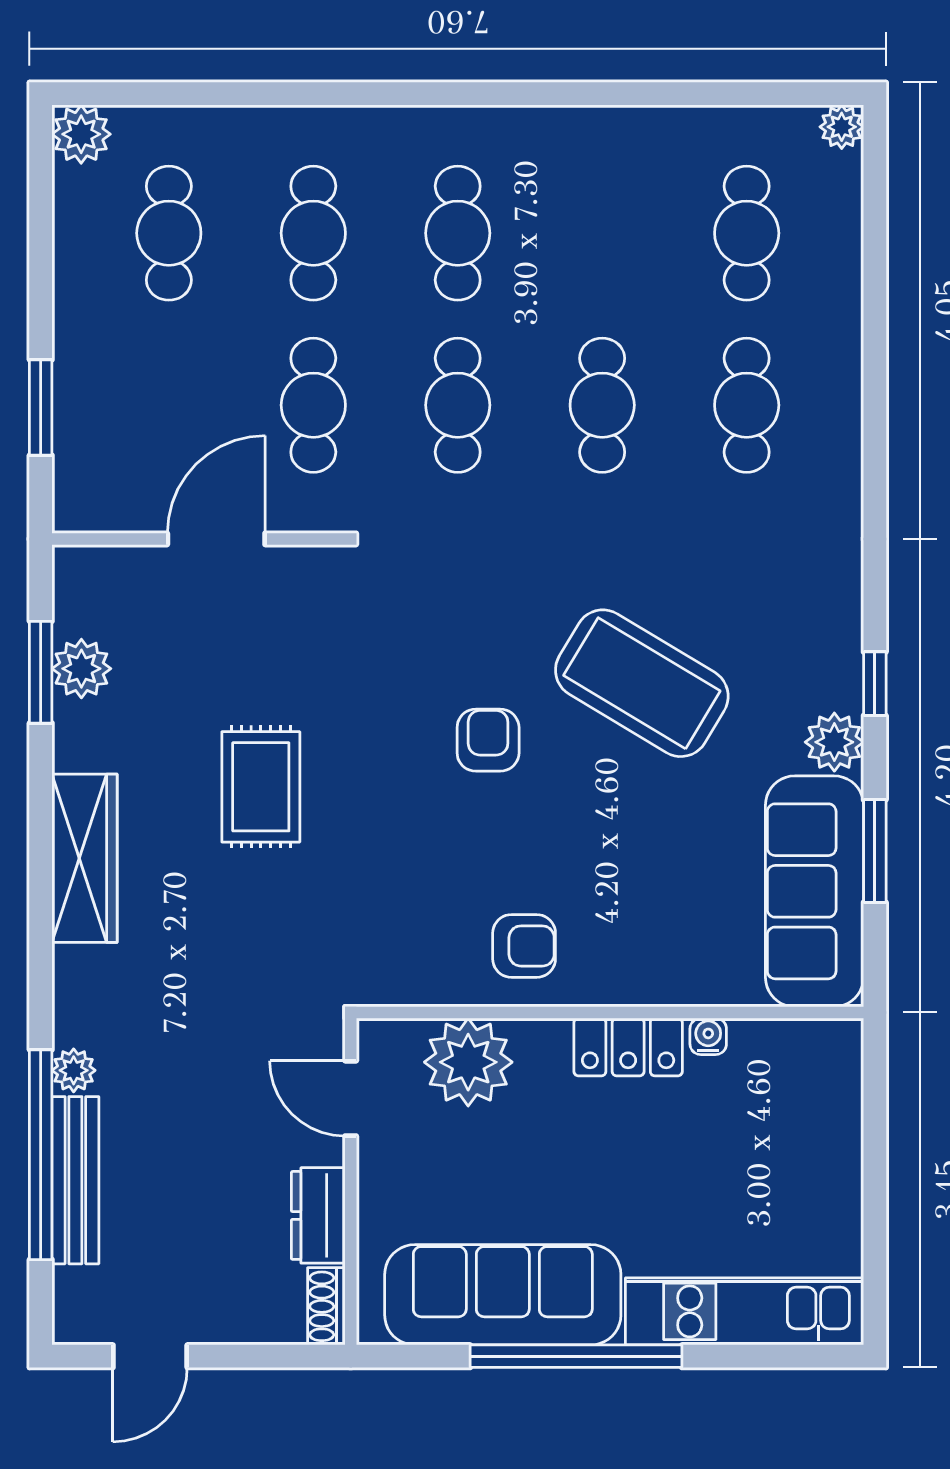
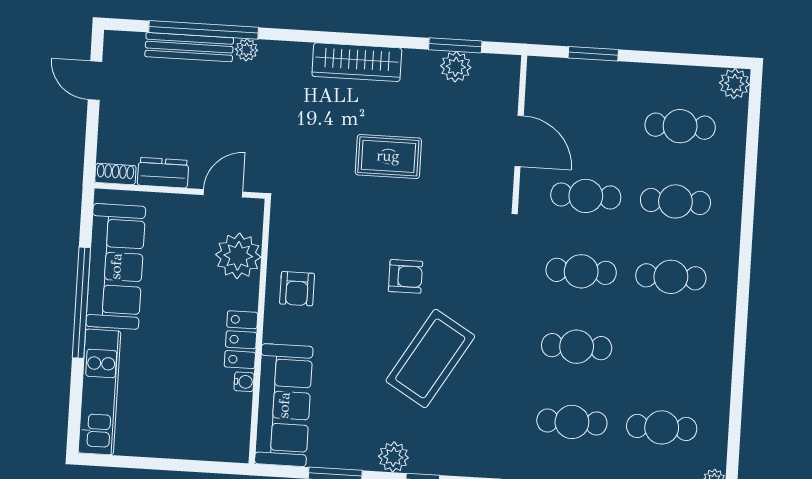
sofa: (814, 891) -> (284, 405), moved, turned 90

